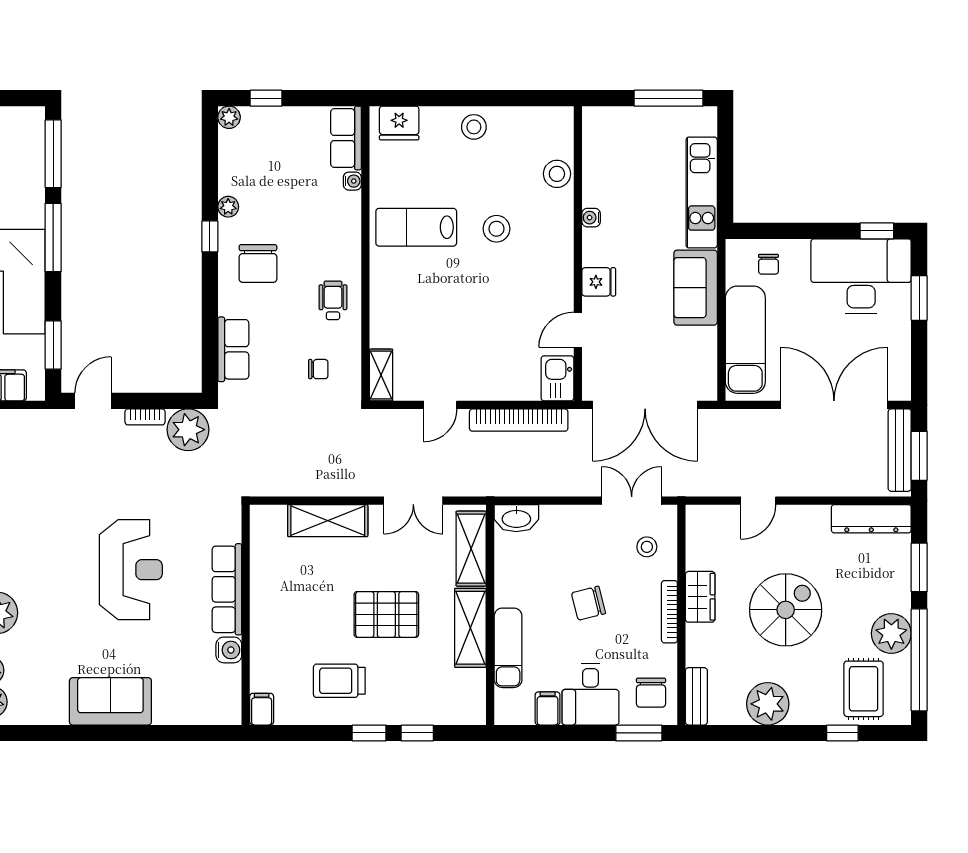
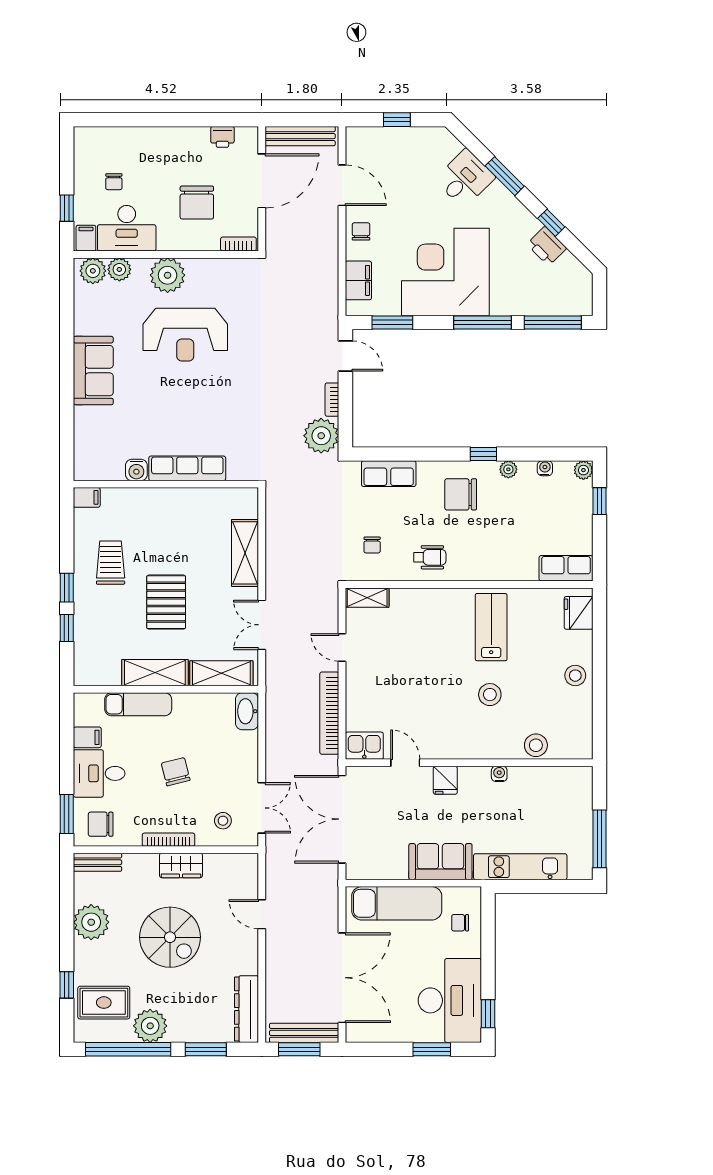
water cooler: (352, 181) -> (545, 468), moved, turned 180
reception desk: (131, 570) -> (185, 335), moved

